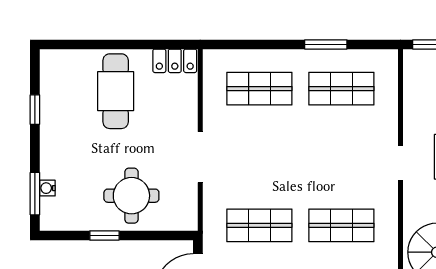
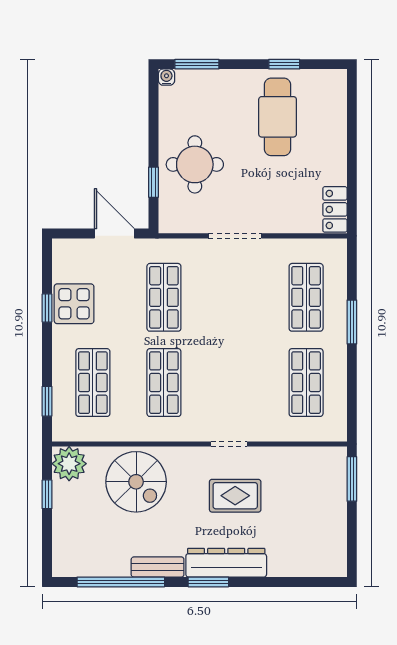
window: (326, 44) -> (352, 322), moved
cafe table: (116, 91) -> (278, 117), moved, turned 90
water cooler: (47, 188) -> (166, 77), moved
window: (104, 235) -> (153, 182), moved

